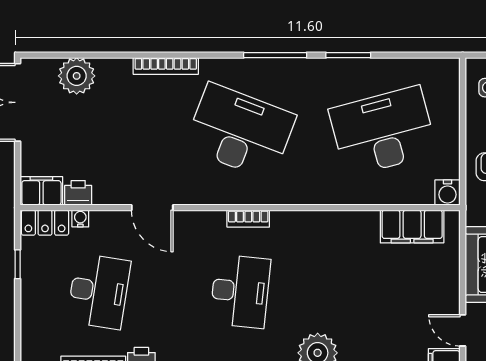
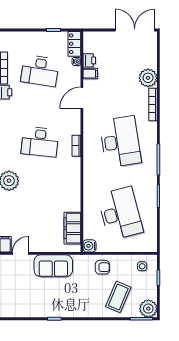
plant: (77, 76) -> (148, 78), moved
desk: (240, 131) -> (120, 142), turned -30
filing cabinet: (41, 191) -> (90, 74), moved, width x0.50

